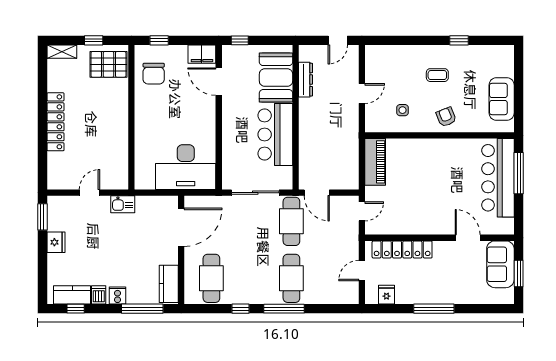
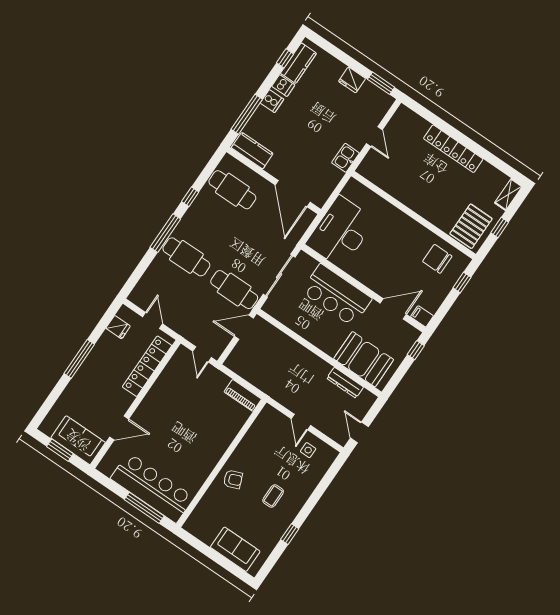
filing cabinet: (202, 54) -> (422, 316), width x0.50
sofa: (502, 99) -> (235, 549), moved
side table: (402, 110) -> (308, 450), moved
bar counter: (275, 135) -> (337, 295), moved, turned 180
piano: (375, 162) -> (243, 395), width x0.73, depth x0.75

